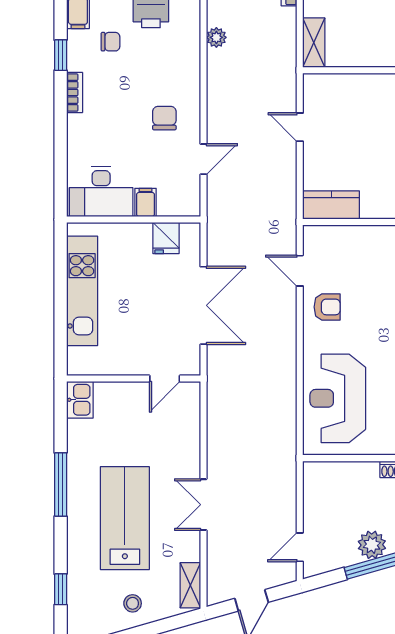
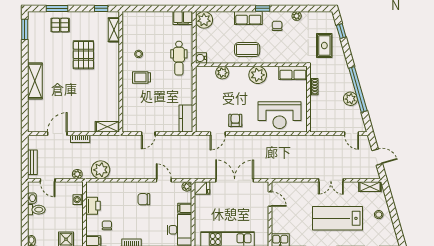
plant: (216, 37) -> (101, 170), width x1.88, depth x1.88
plant: (191, 207) -> (187, 186), added
fridge: (166, 238) -> (202, 188), moved

